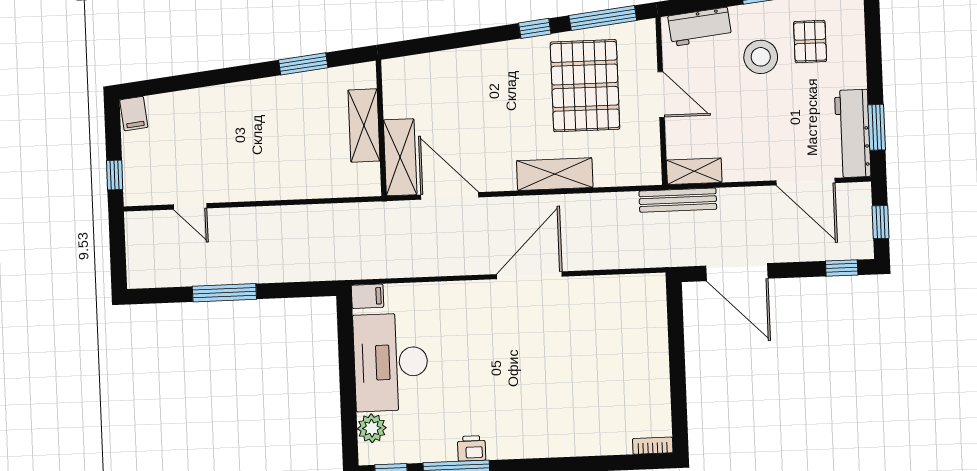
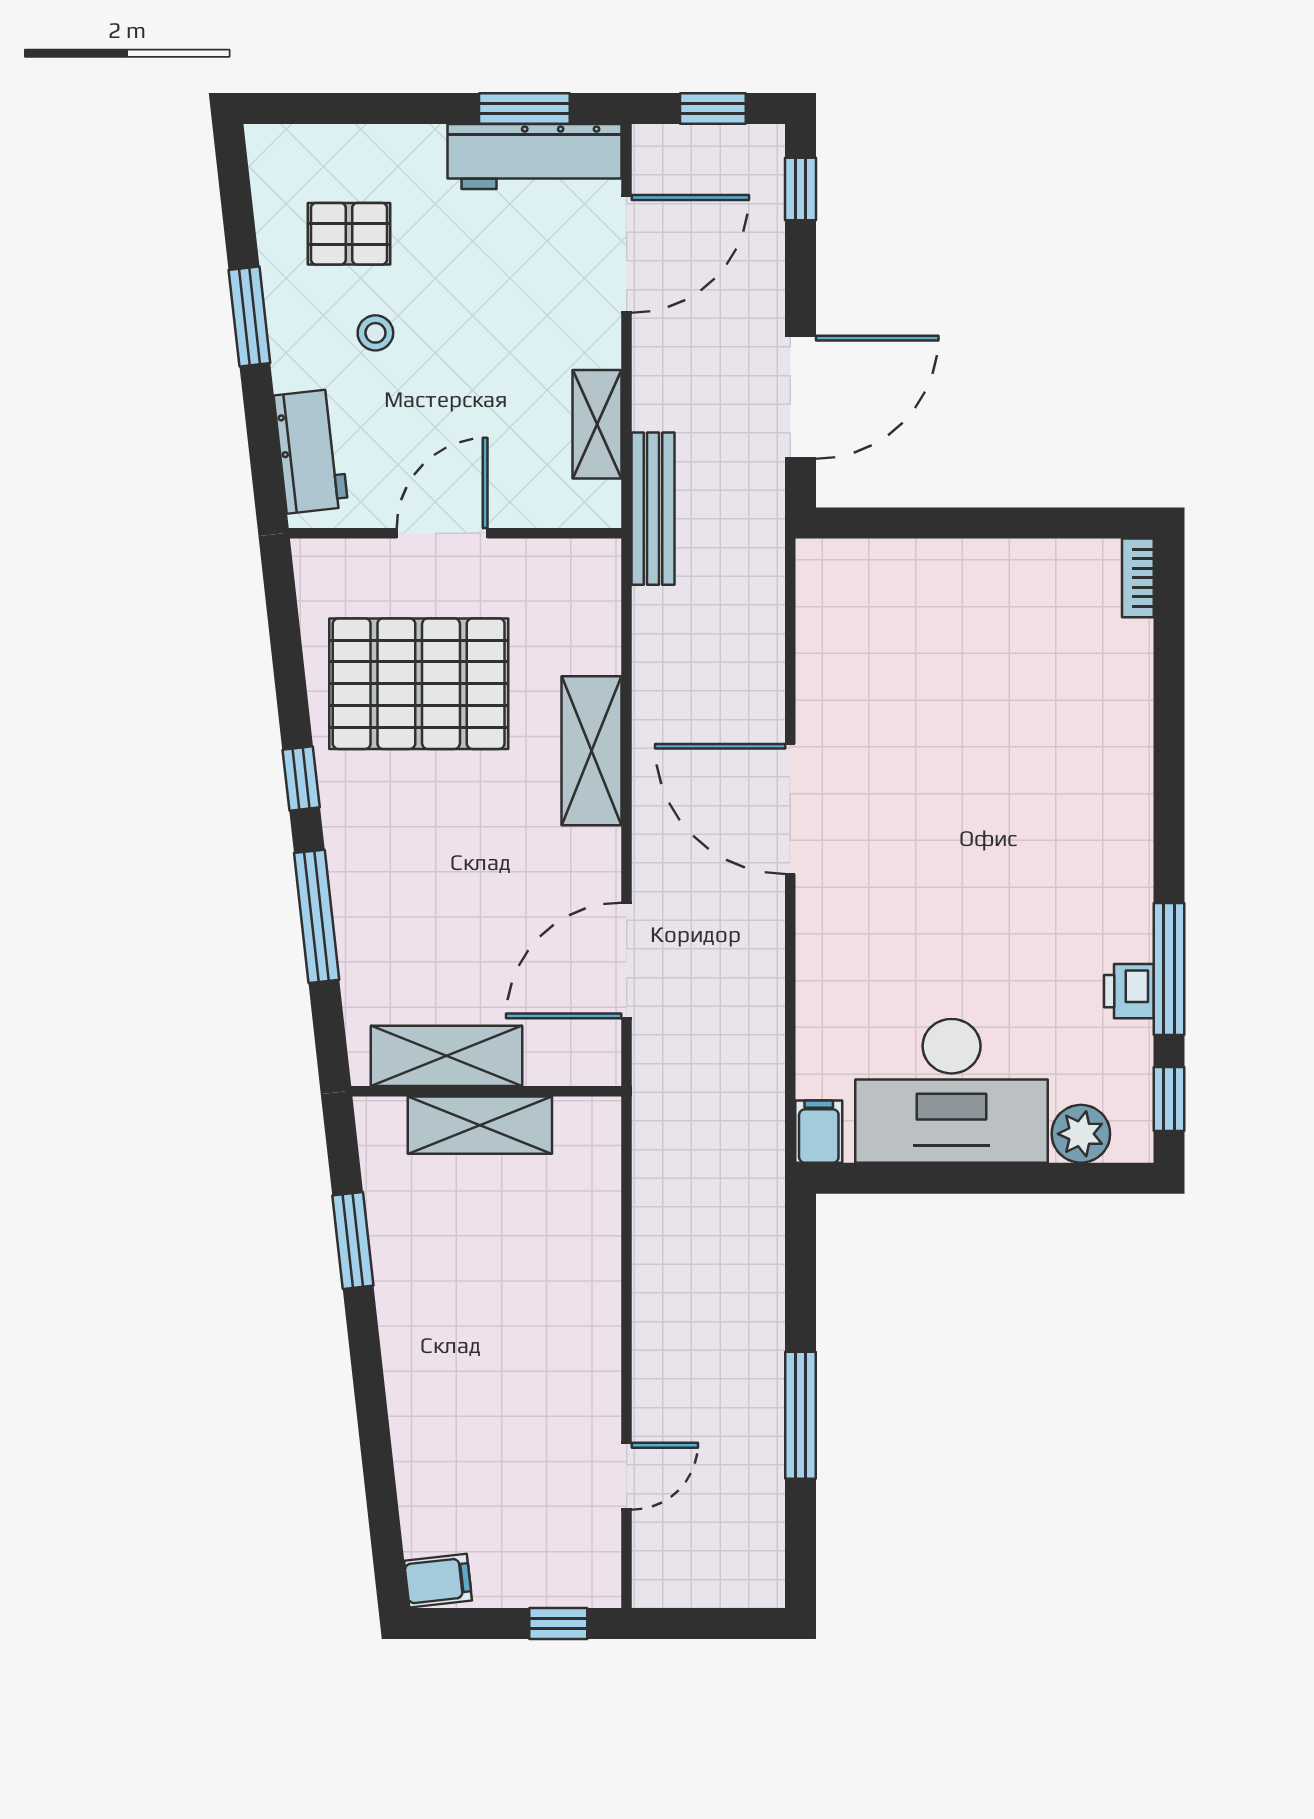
window: (603, 18) -> (317, 916), moved
stool: (761, 57) -> (375, 333), width x0.53, depth x0.53
shelving: (400, 157) -> (446, 1056), moved
shelving: (694, 171) -> (597, 424), moved
printer: (472, 448) -> (1129, 991), moved

